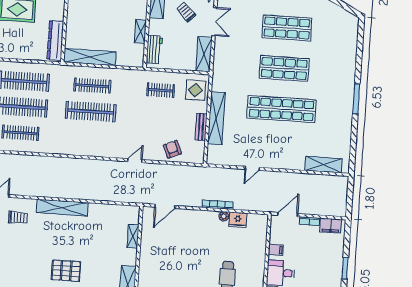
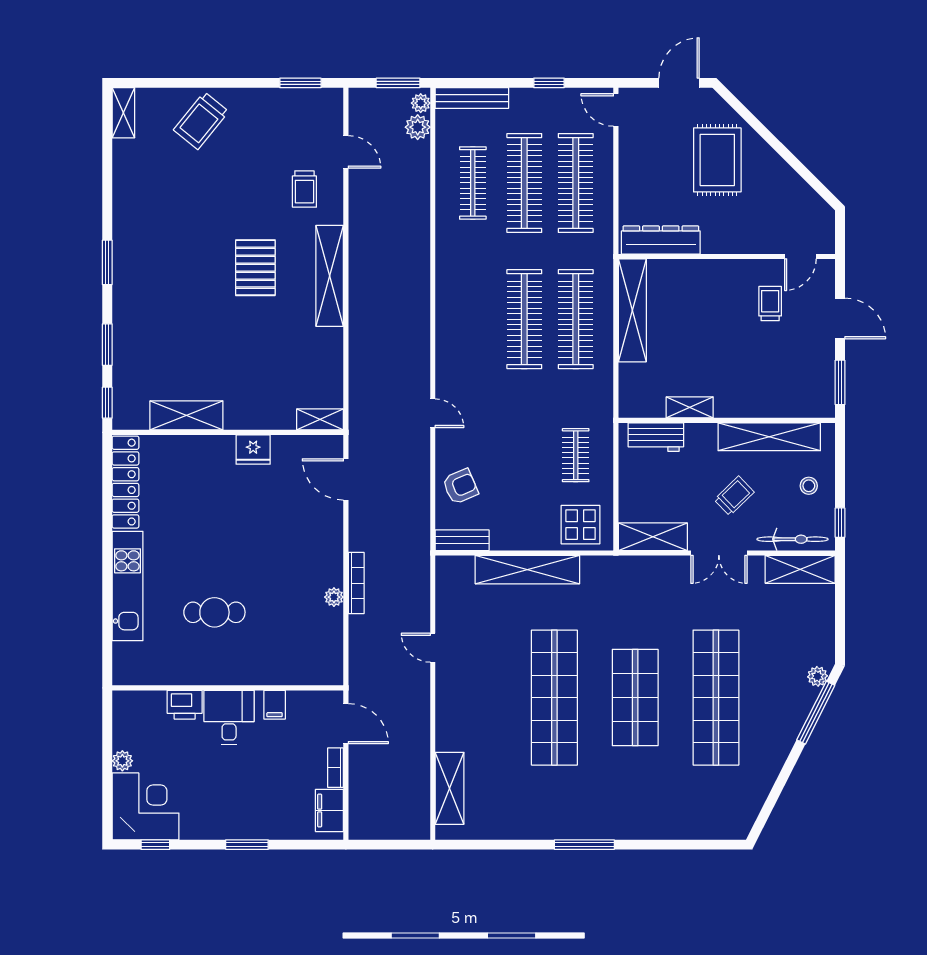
shop shelf: (287, 28) -> (716, 698), width x1.40
clothes rail: (92, 86) -> (576, 319), width x1.37, depth x1.31
bench: (201, 127) -> (462, 540), moved
fridge: (238, 220) -> (253, 449), moved, turned -90
shelving: (133, 236) -> (320, 419), moved
pallet: (66, 271) -> (255, 268), moved

